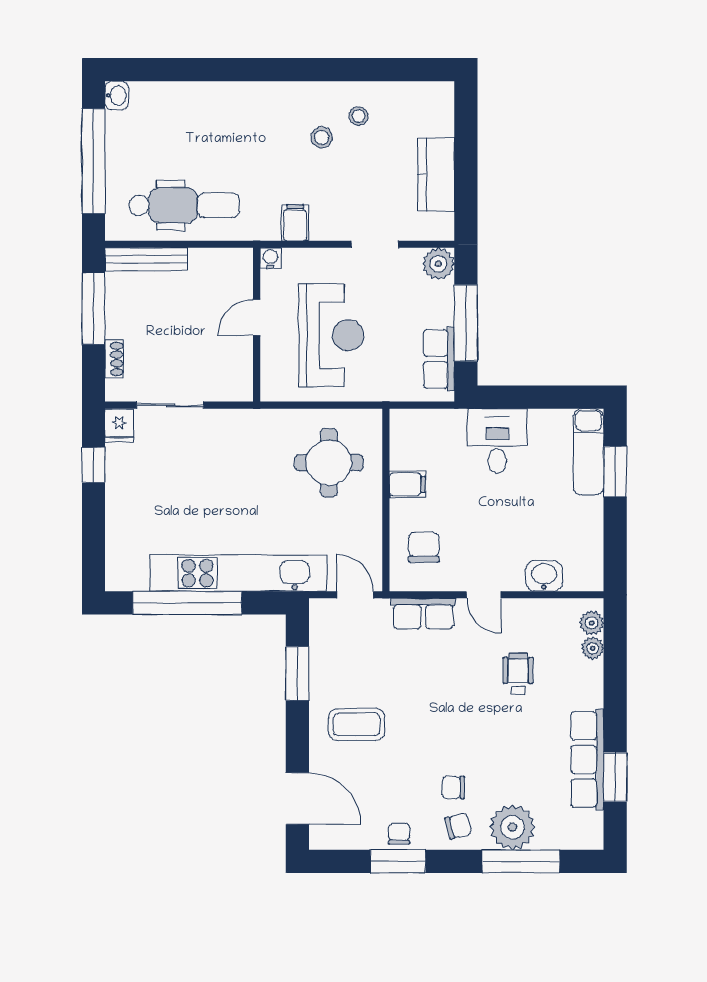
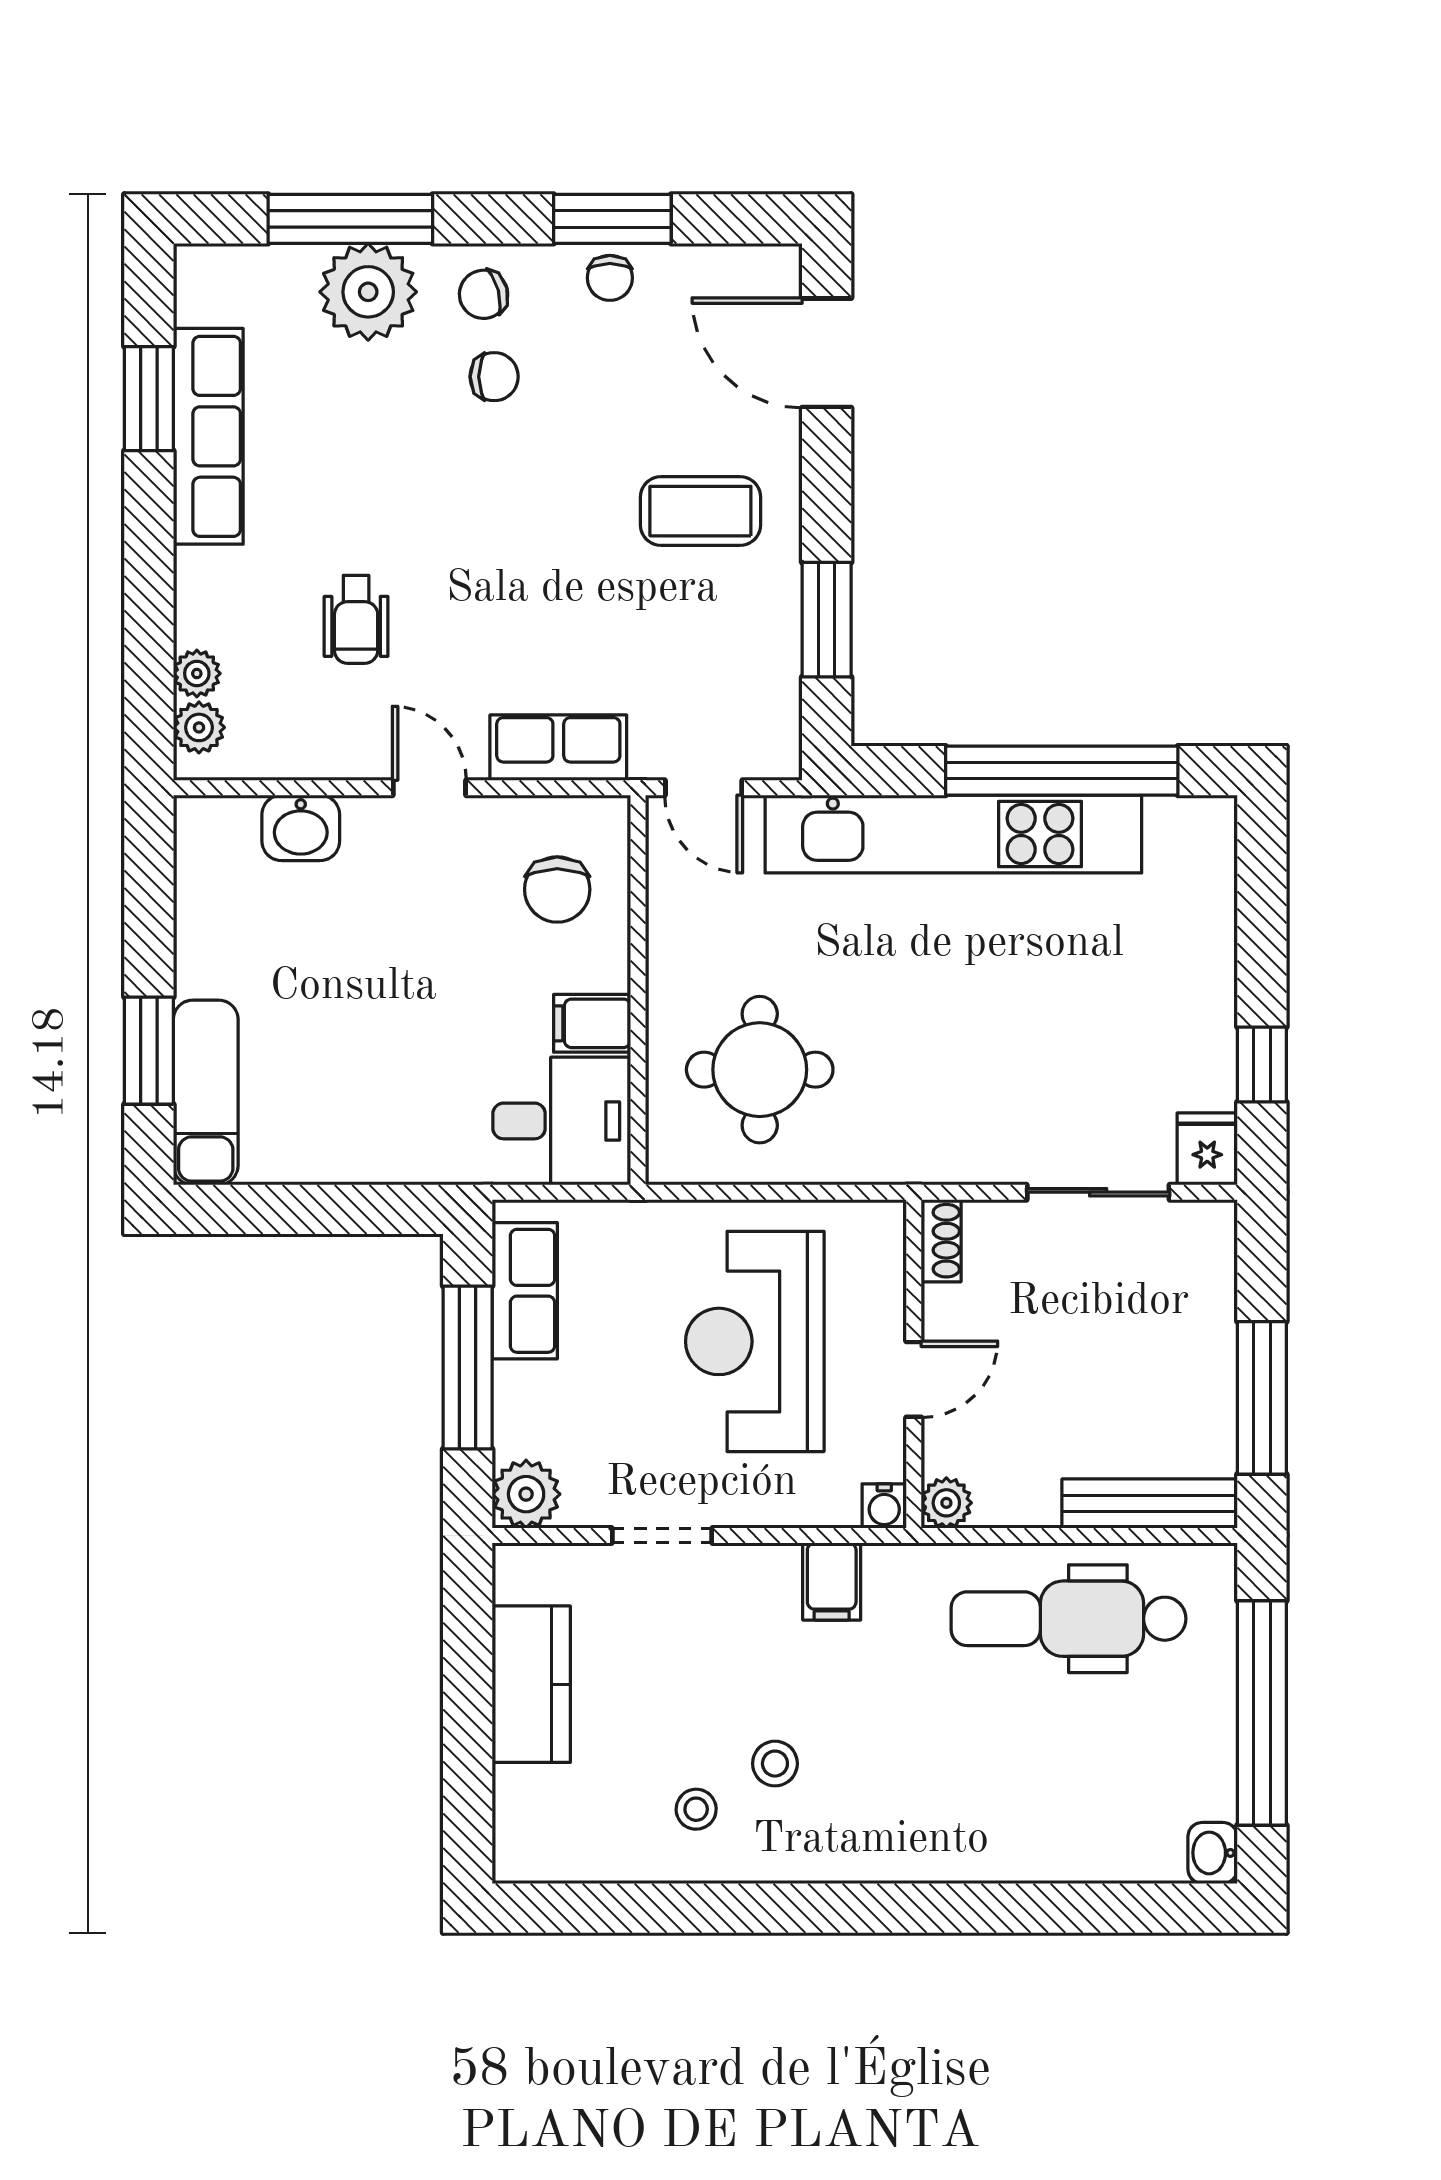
plant: (241, 260) -> (946, 1503), added
shoe rack: (114, 359) -> (941, 1241), moved, turned 180
desk: (497, 441) -> (562, 1121), moved, turned -90

